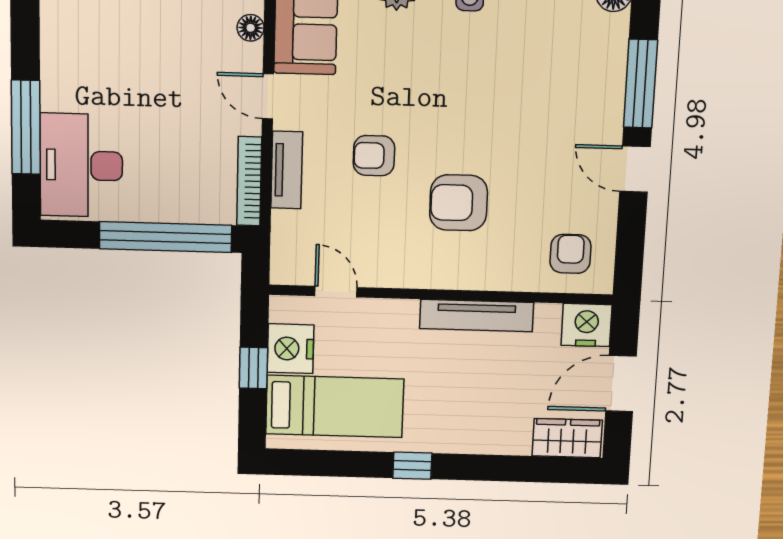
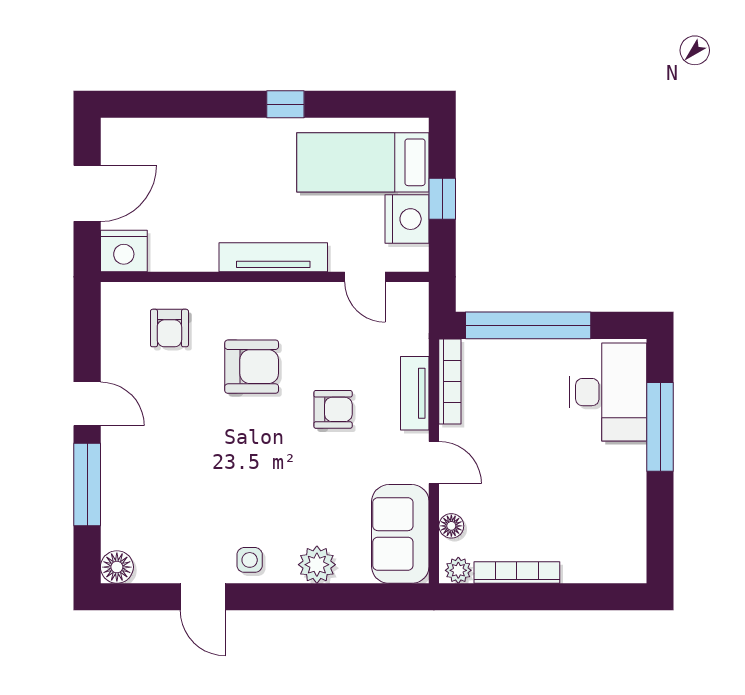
armchair: (570, 254) -> (169, 328), moved
tv unit: (476, 316) -> (273, 257), moved
wardrobe: (567, 438) -> (136, 137), removed

